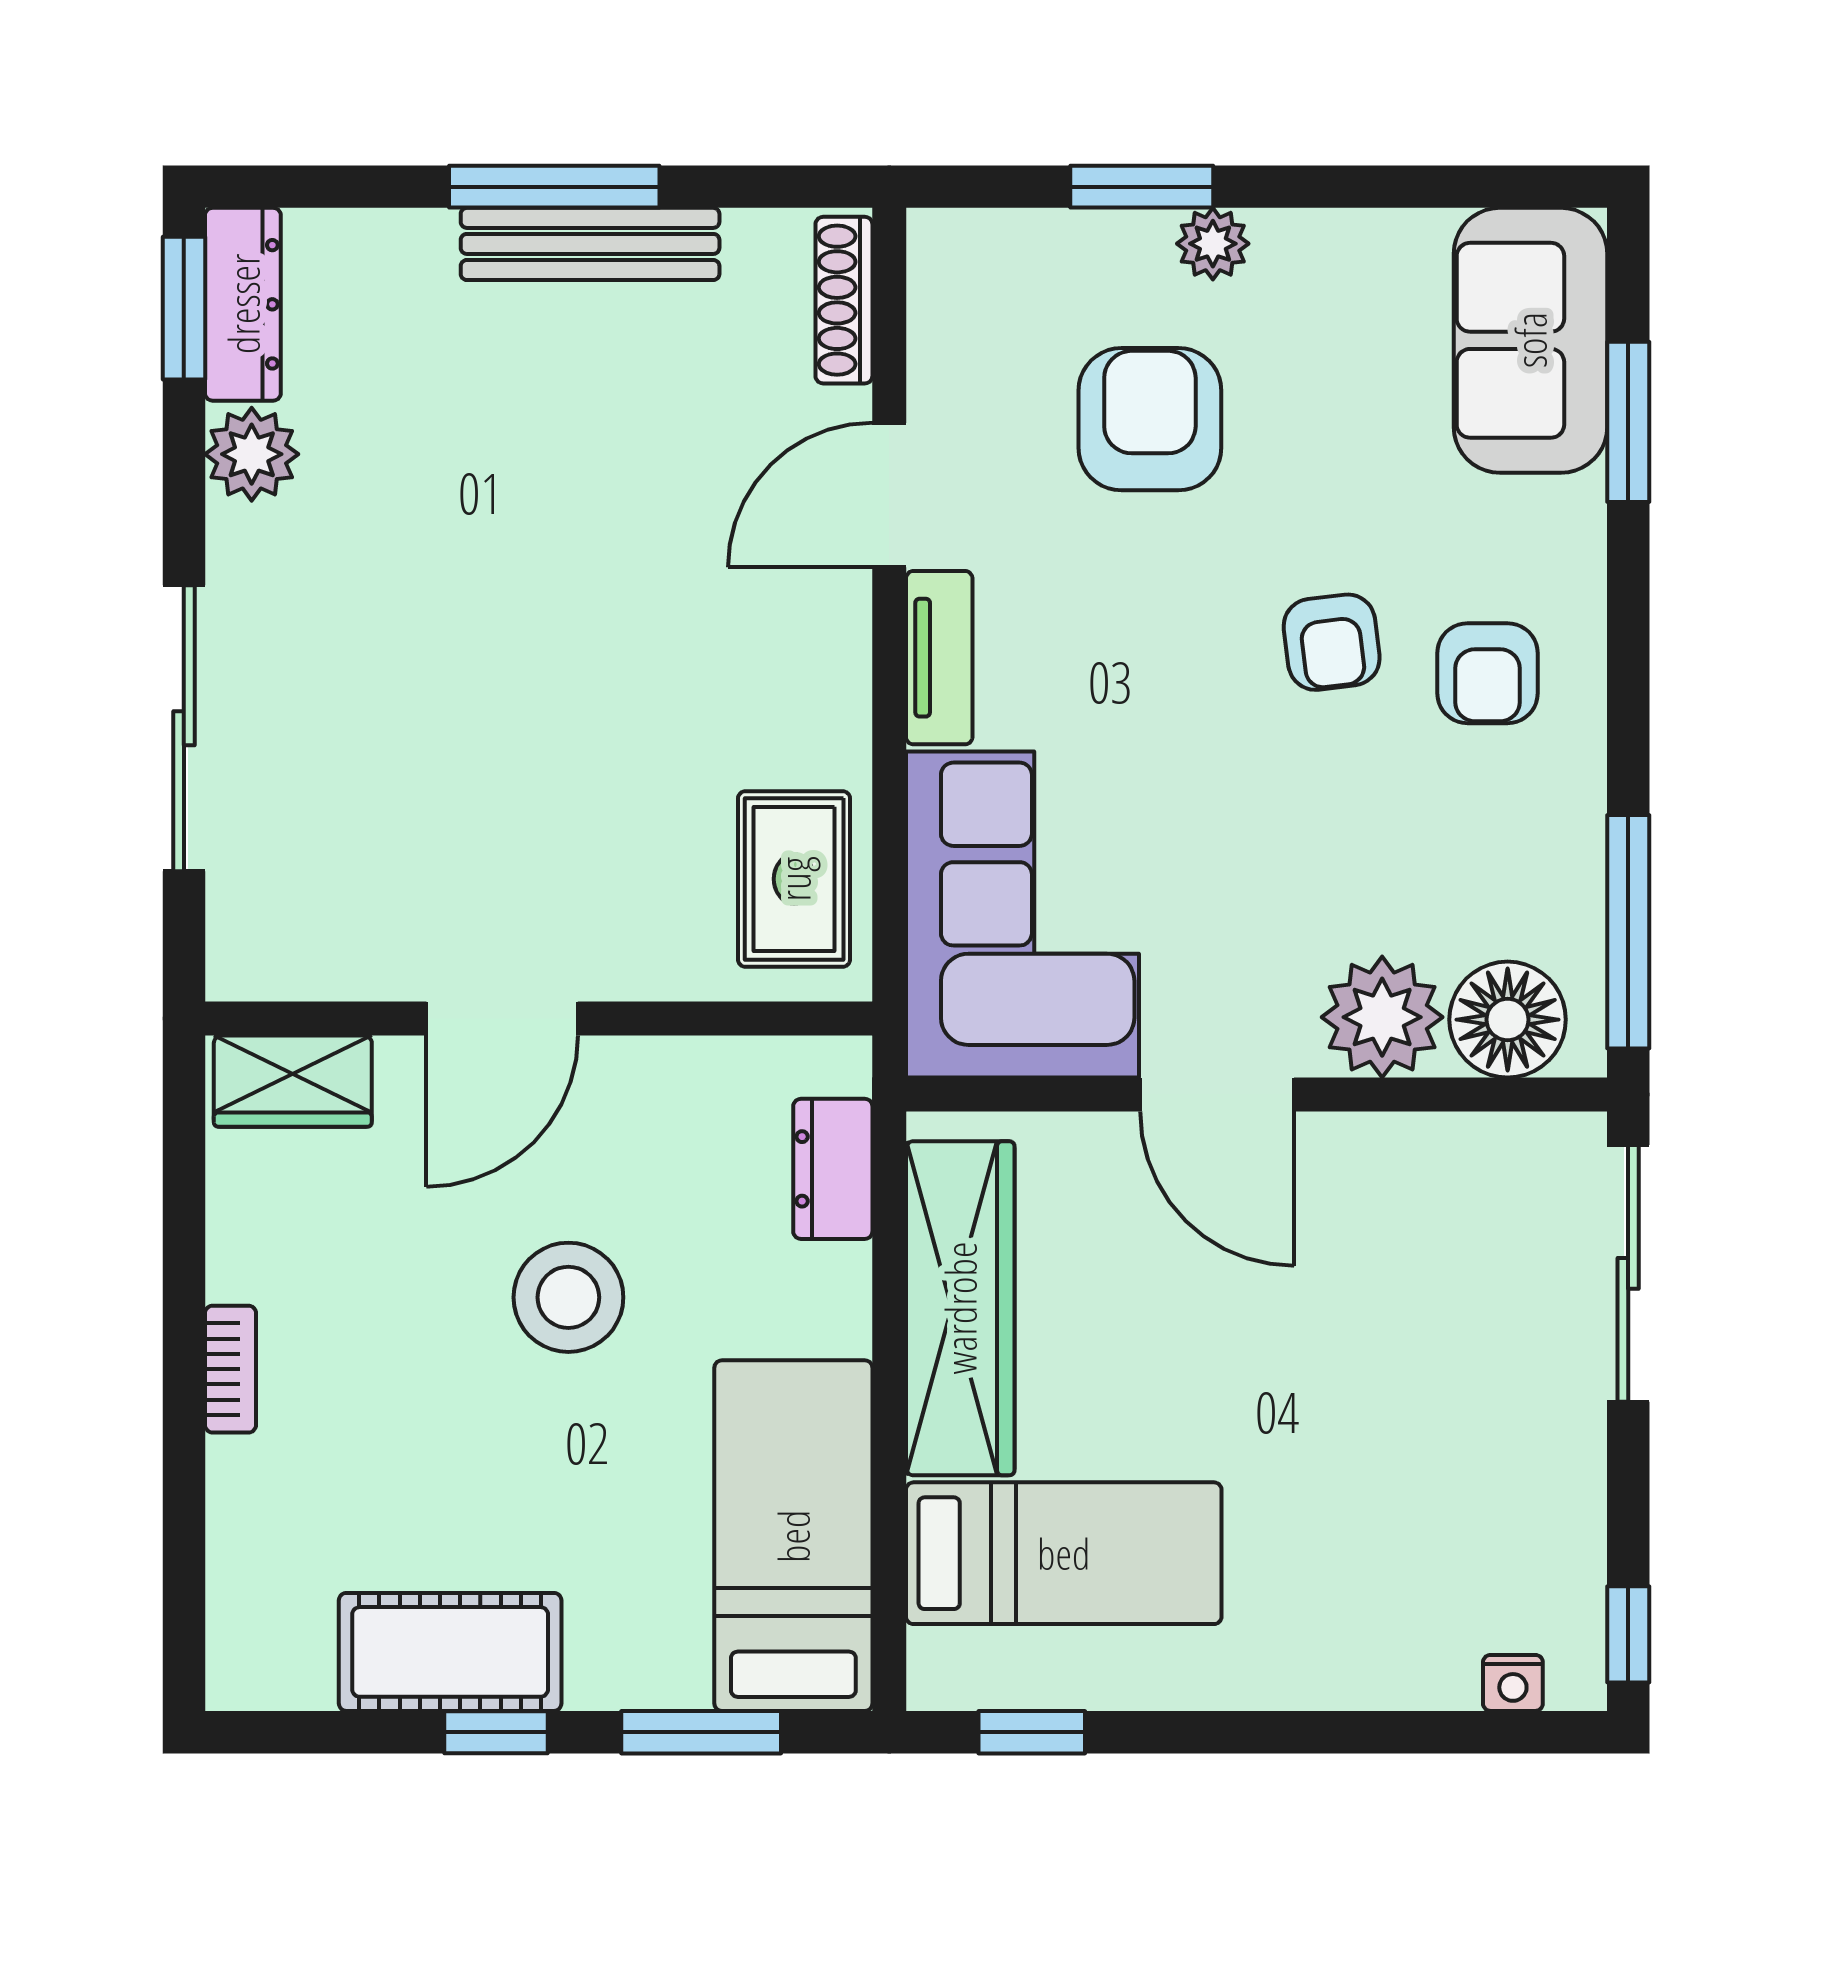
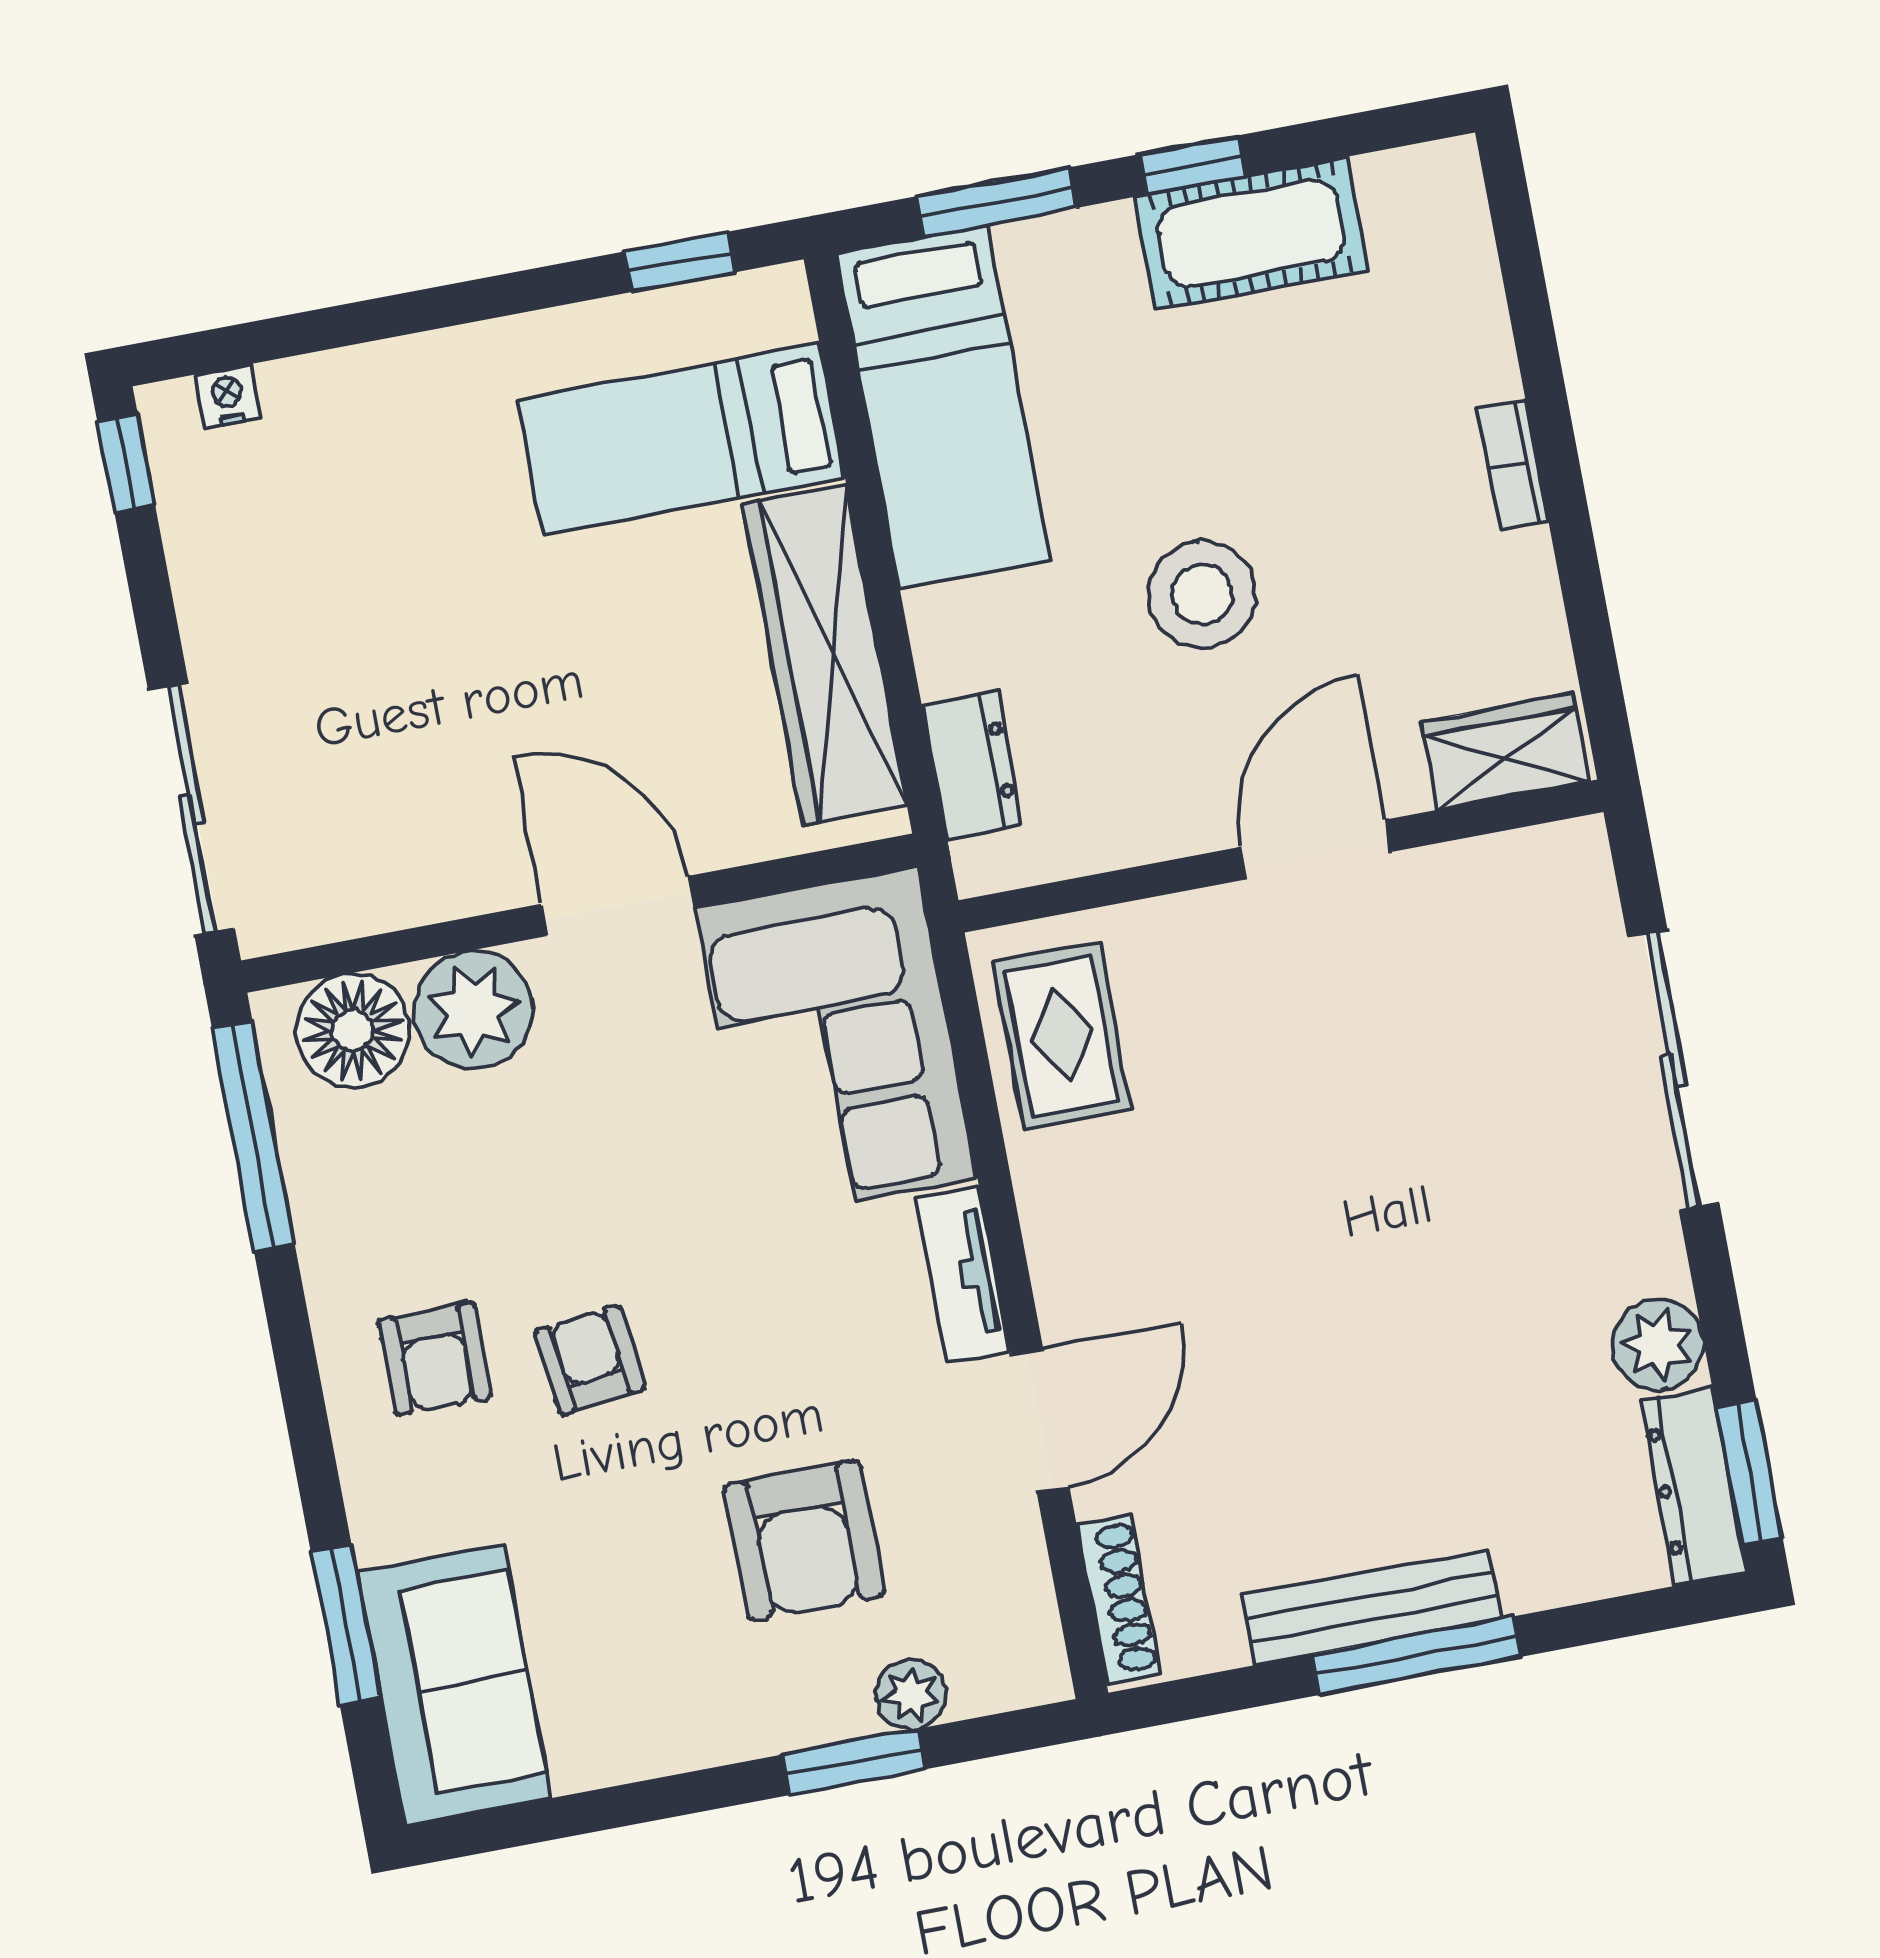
plant: (1213, 244) -> (911, 1695), moved
armchair: (1488, 673) -> (435, 1358), turned 180

